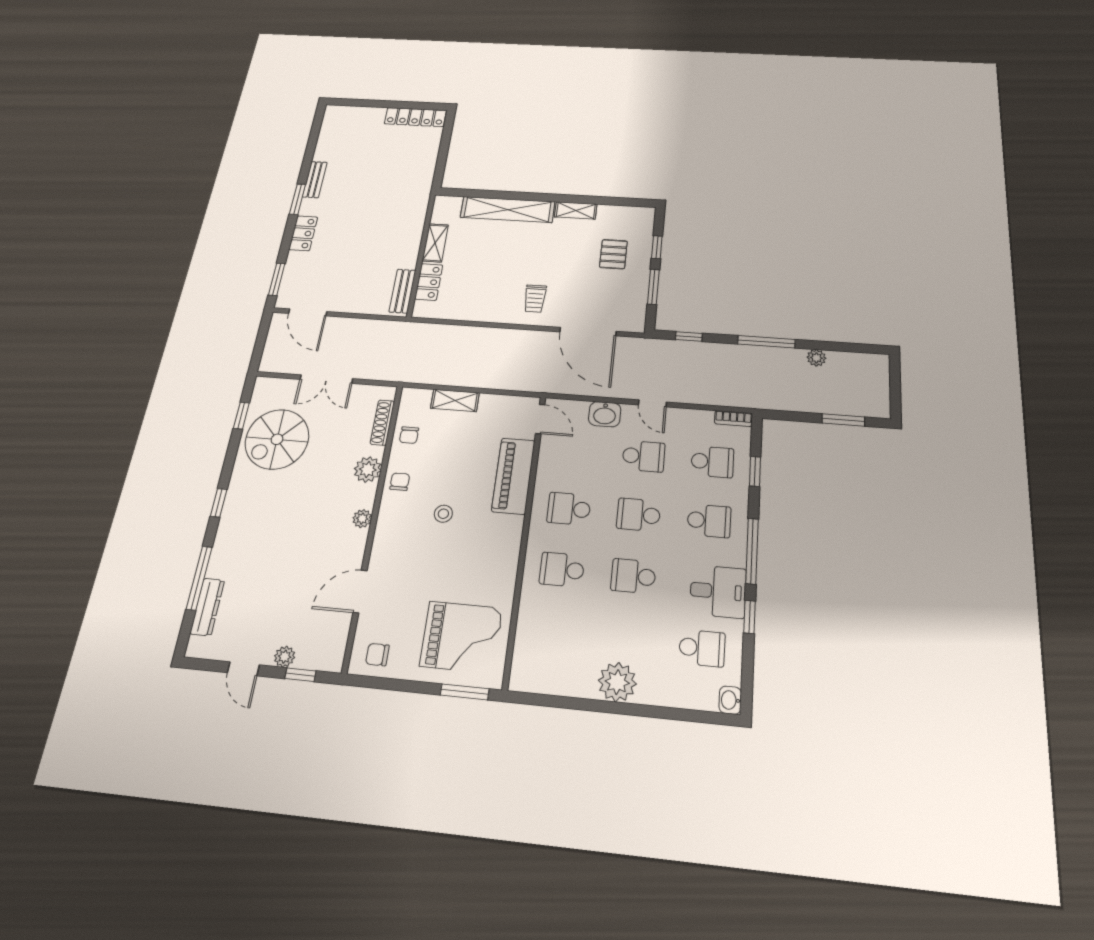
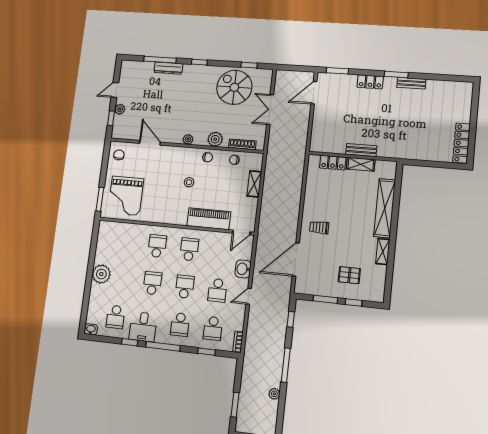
bench: (402, 291) -> (361, 150), moved
dresser: (207, 607) -> (168, 68), moved

